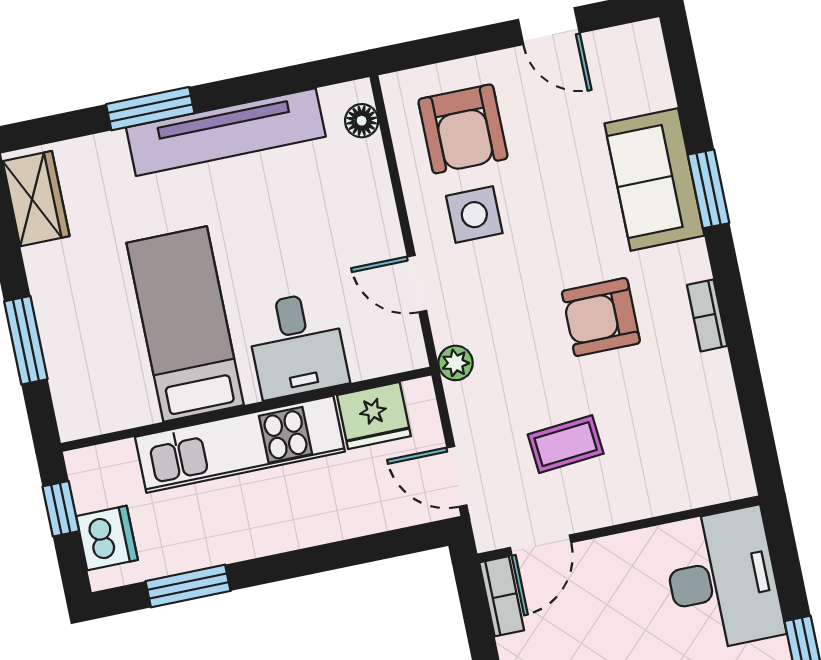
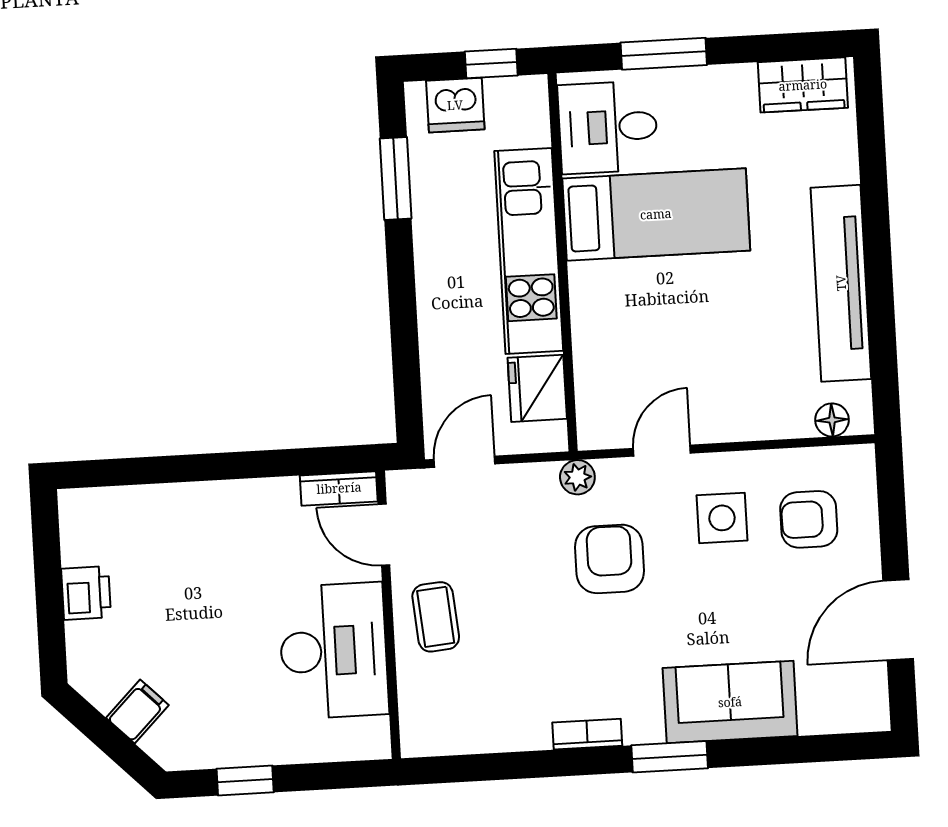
door: (549, 26) -> (898, 620), width x1.38
window: (150, 109) -> (875, 212), removed
armchair: (463, 129) -> (809, 519), width x0.72, depth x0.72
window: (709, 189) -> (670, 757), moved
armchair: (601, 317) -> (609, 559), moved
desk: (297, 345) -> (608, 127), moved
coffee table: (566, 444) -> (436, 617), moved
desk: (723, 580) -> (334, 651), moved, turned -90

